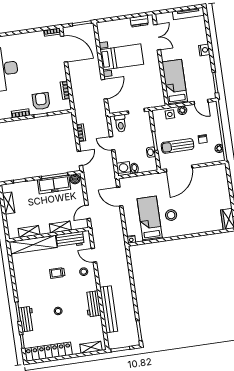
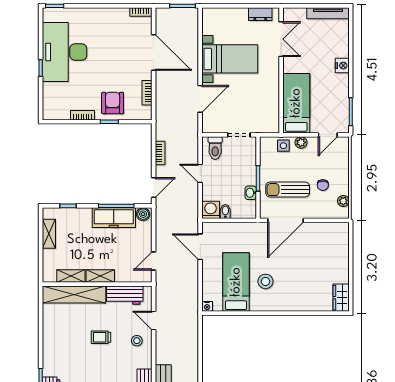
door: (64, 49) -> (154, 53), moved
door: (201, 102) -> (328, 135), hinge flipped
shelving: (60, 227) -> (100, 276), moved

